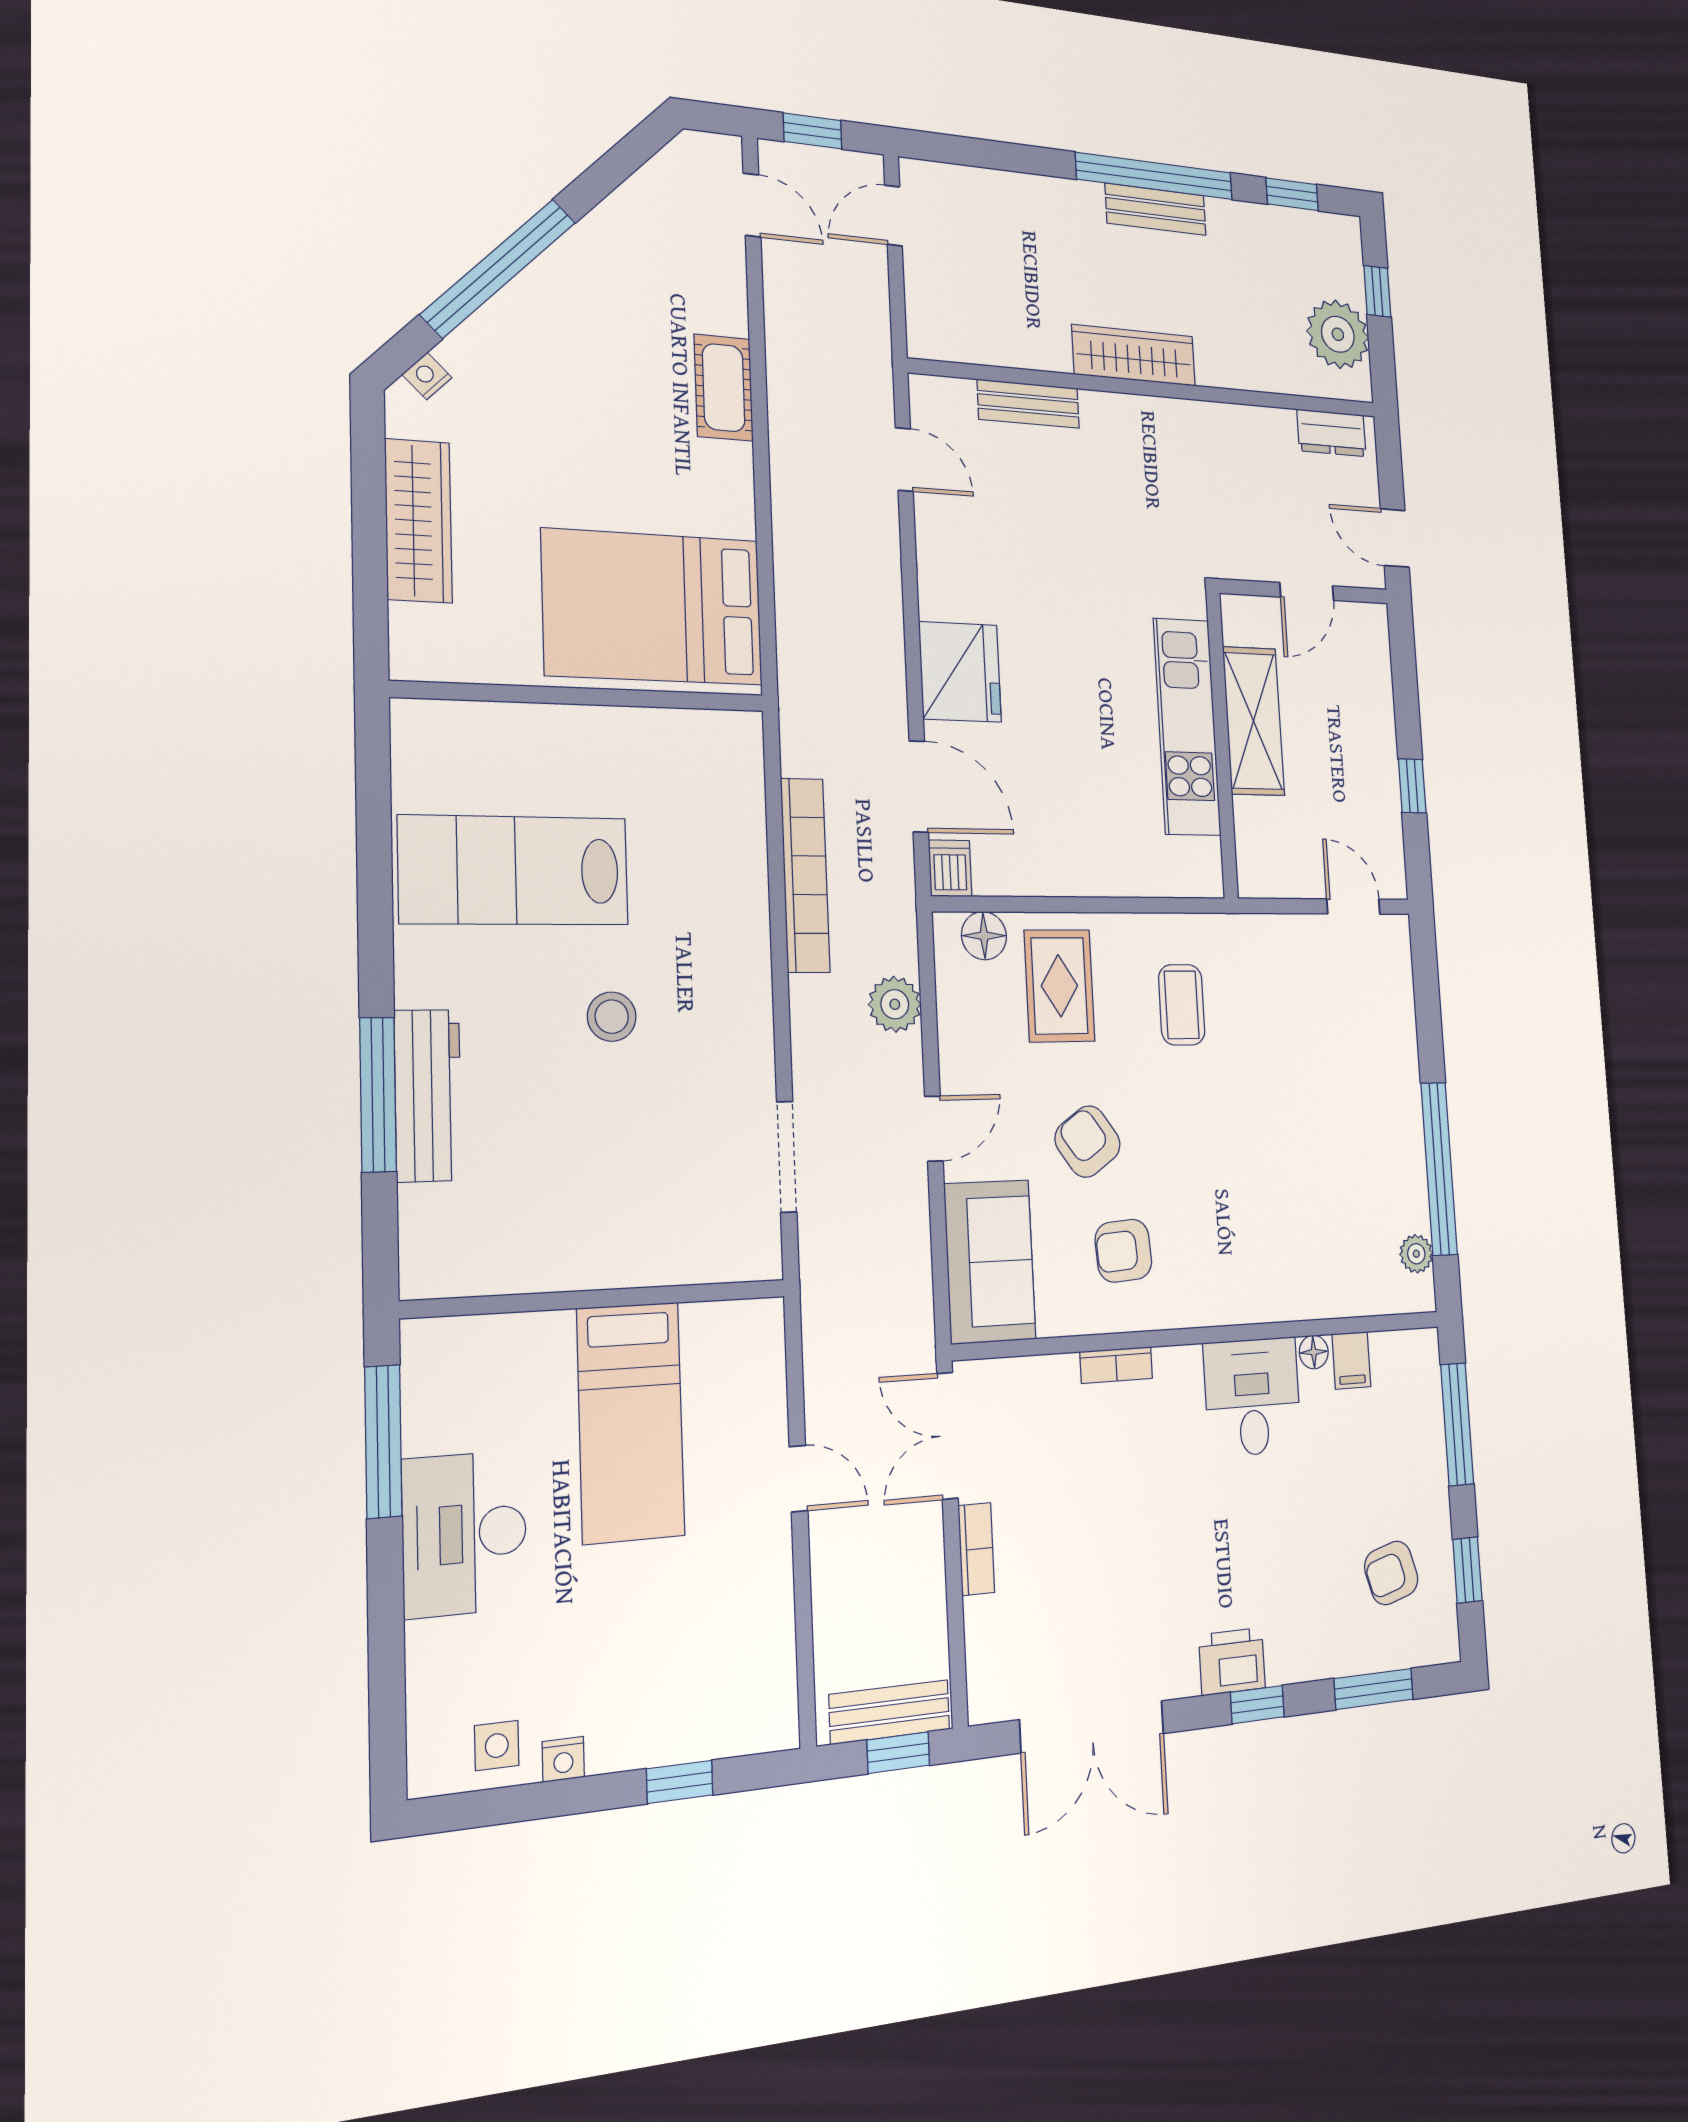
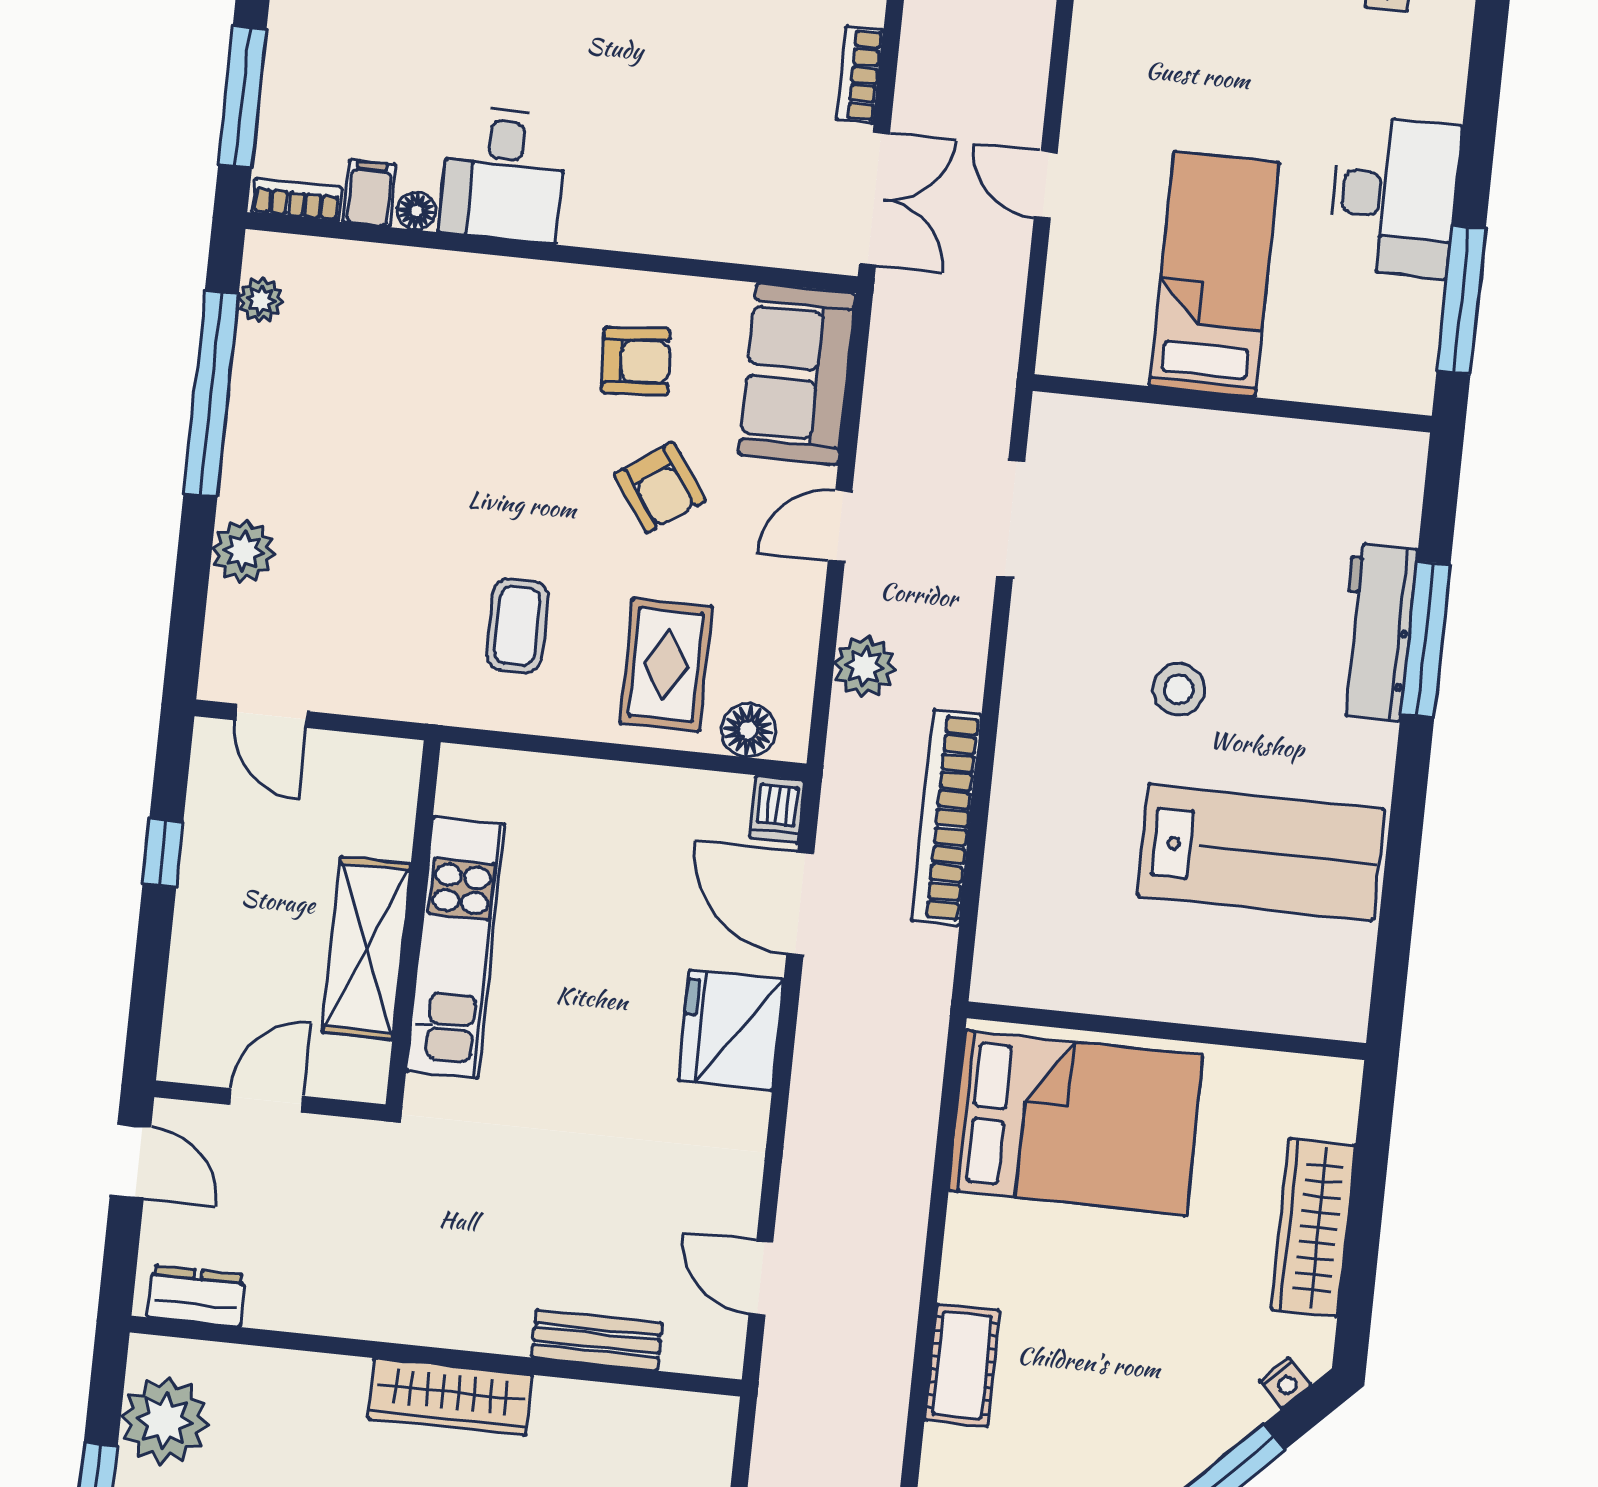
plant: (1395, 1040) -> (243, 551), added
bookcase: (1116, 1365) -> (297, 200), moved

